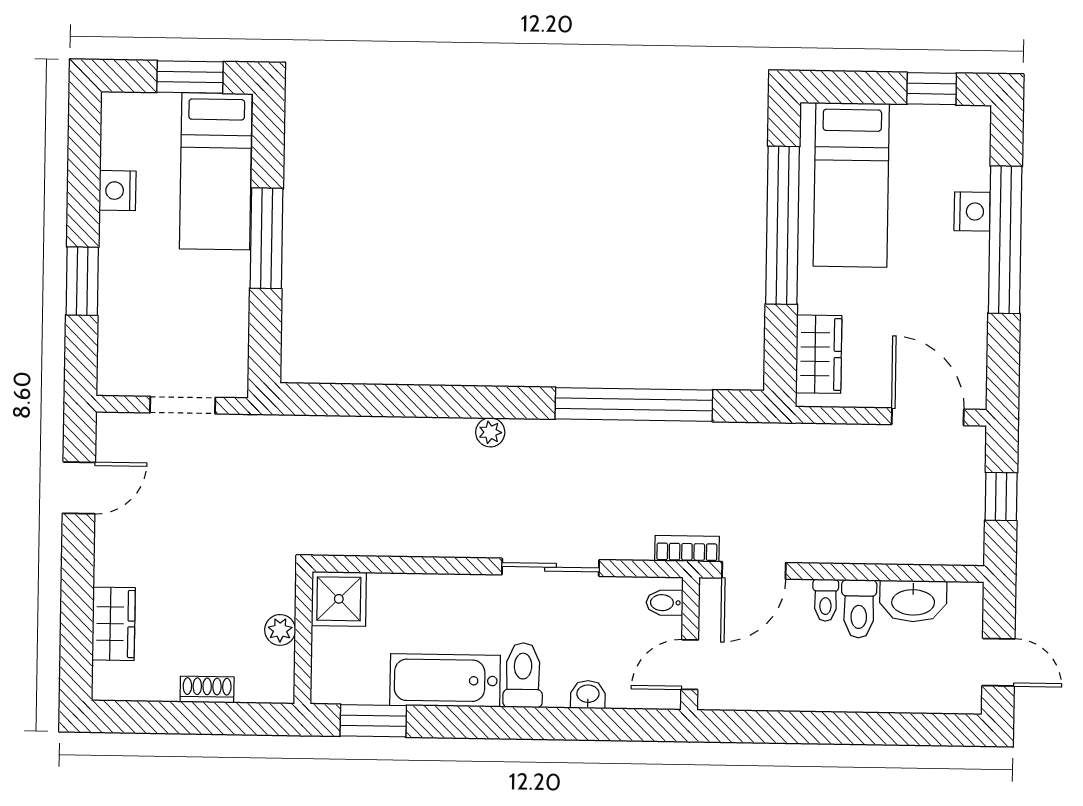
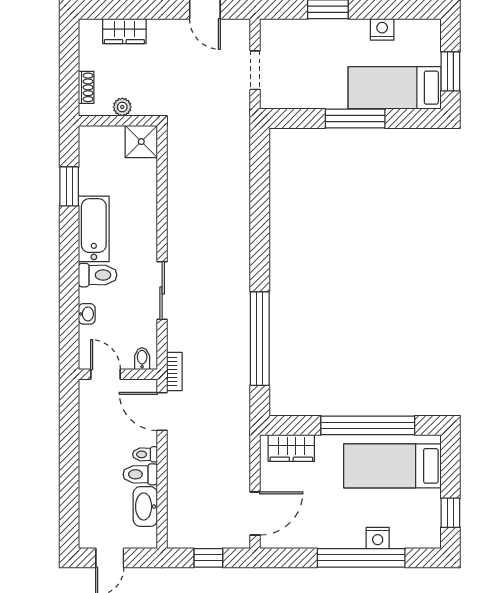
plant: (490, 432) -> (242, 253), removed
shower: (339, 599) -> (141, 142), moved
plant: (280, 630) -> (122, 107), moved
wall: (303, 638) -> (118, 121), moved

